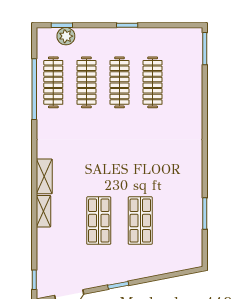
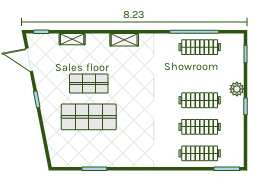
plant: (66, 36) -> (237, 89), moved
clothes rail: (86, 82) -> (200, 153), moved
shelving: (43, 211) -> (72, 39), moved
shop shelf: (140, 221) -> (89, 117), width x1.43, depth x1.36

